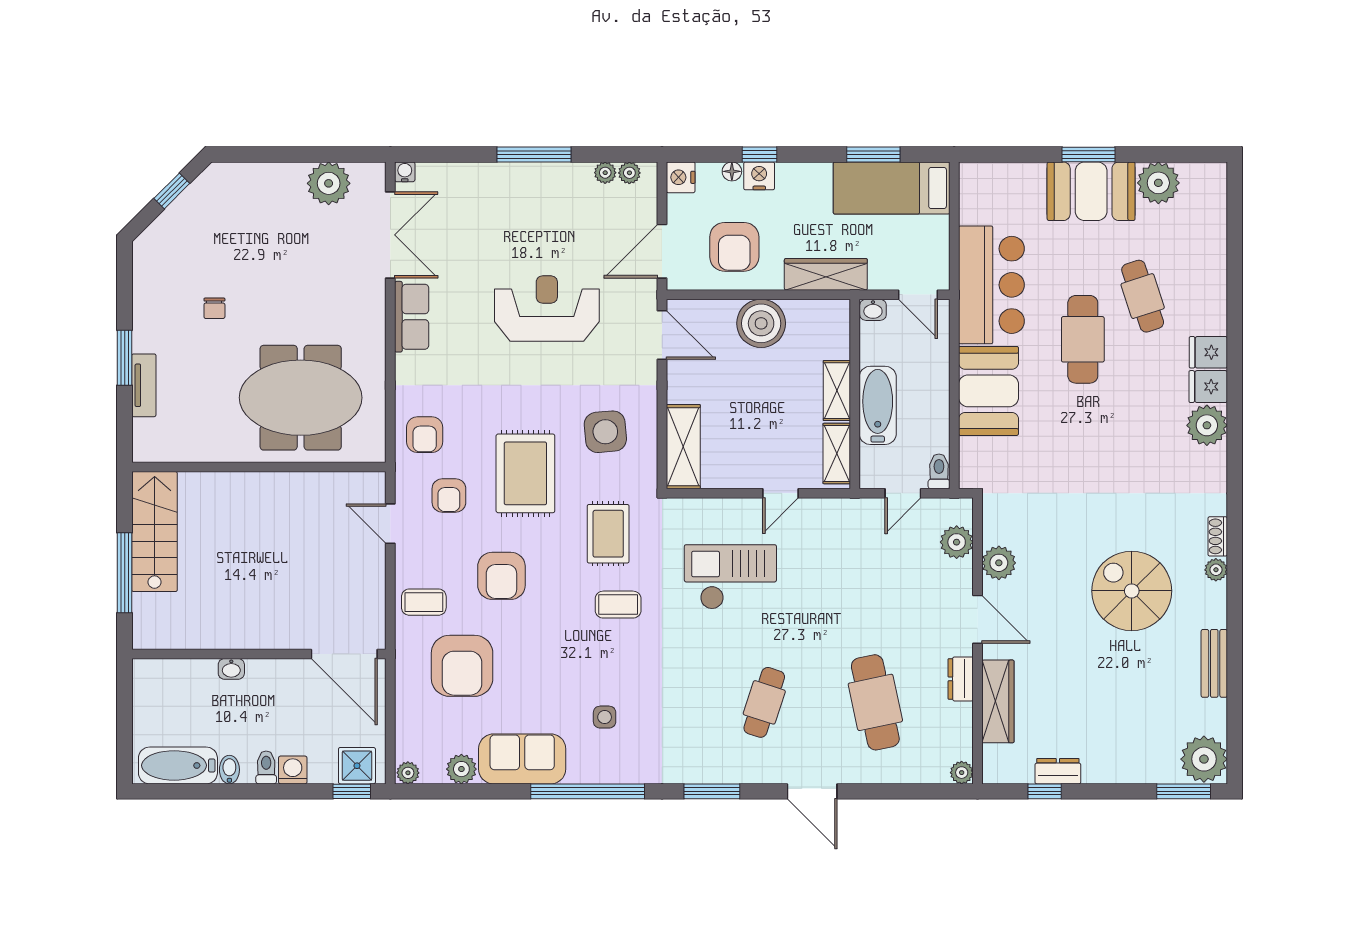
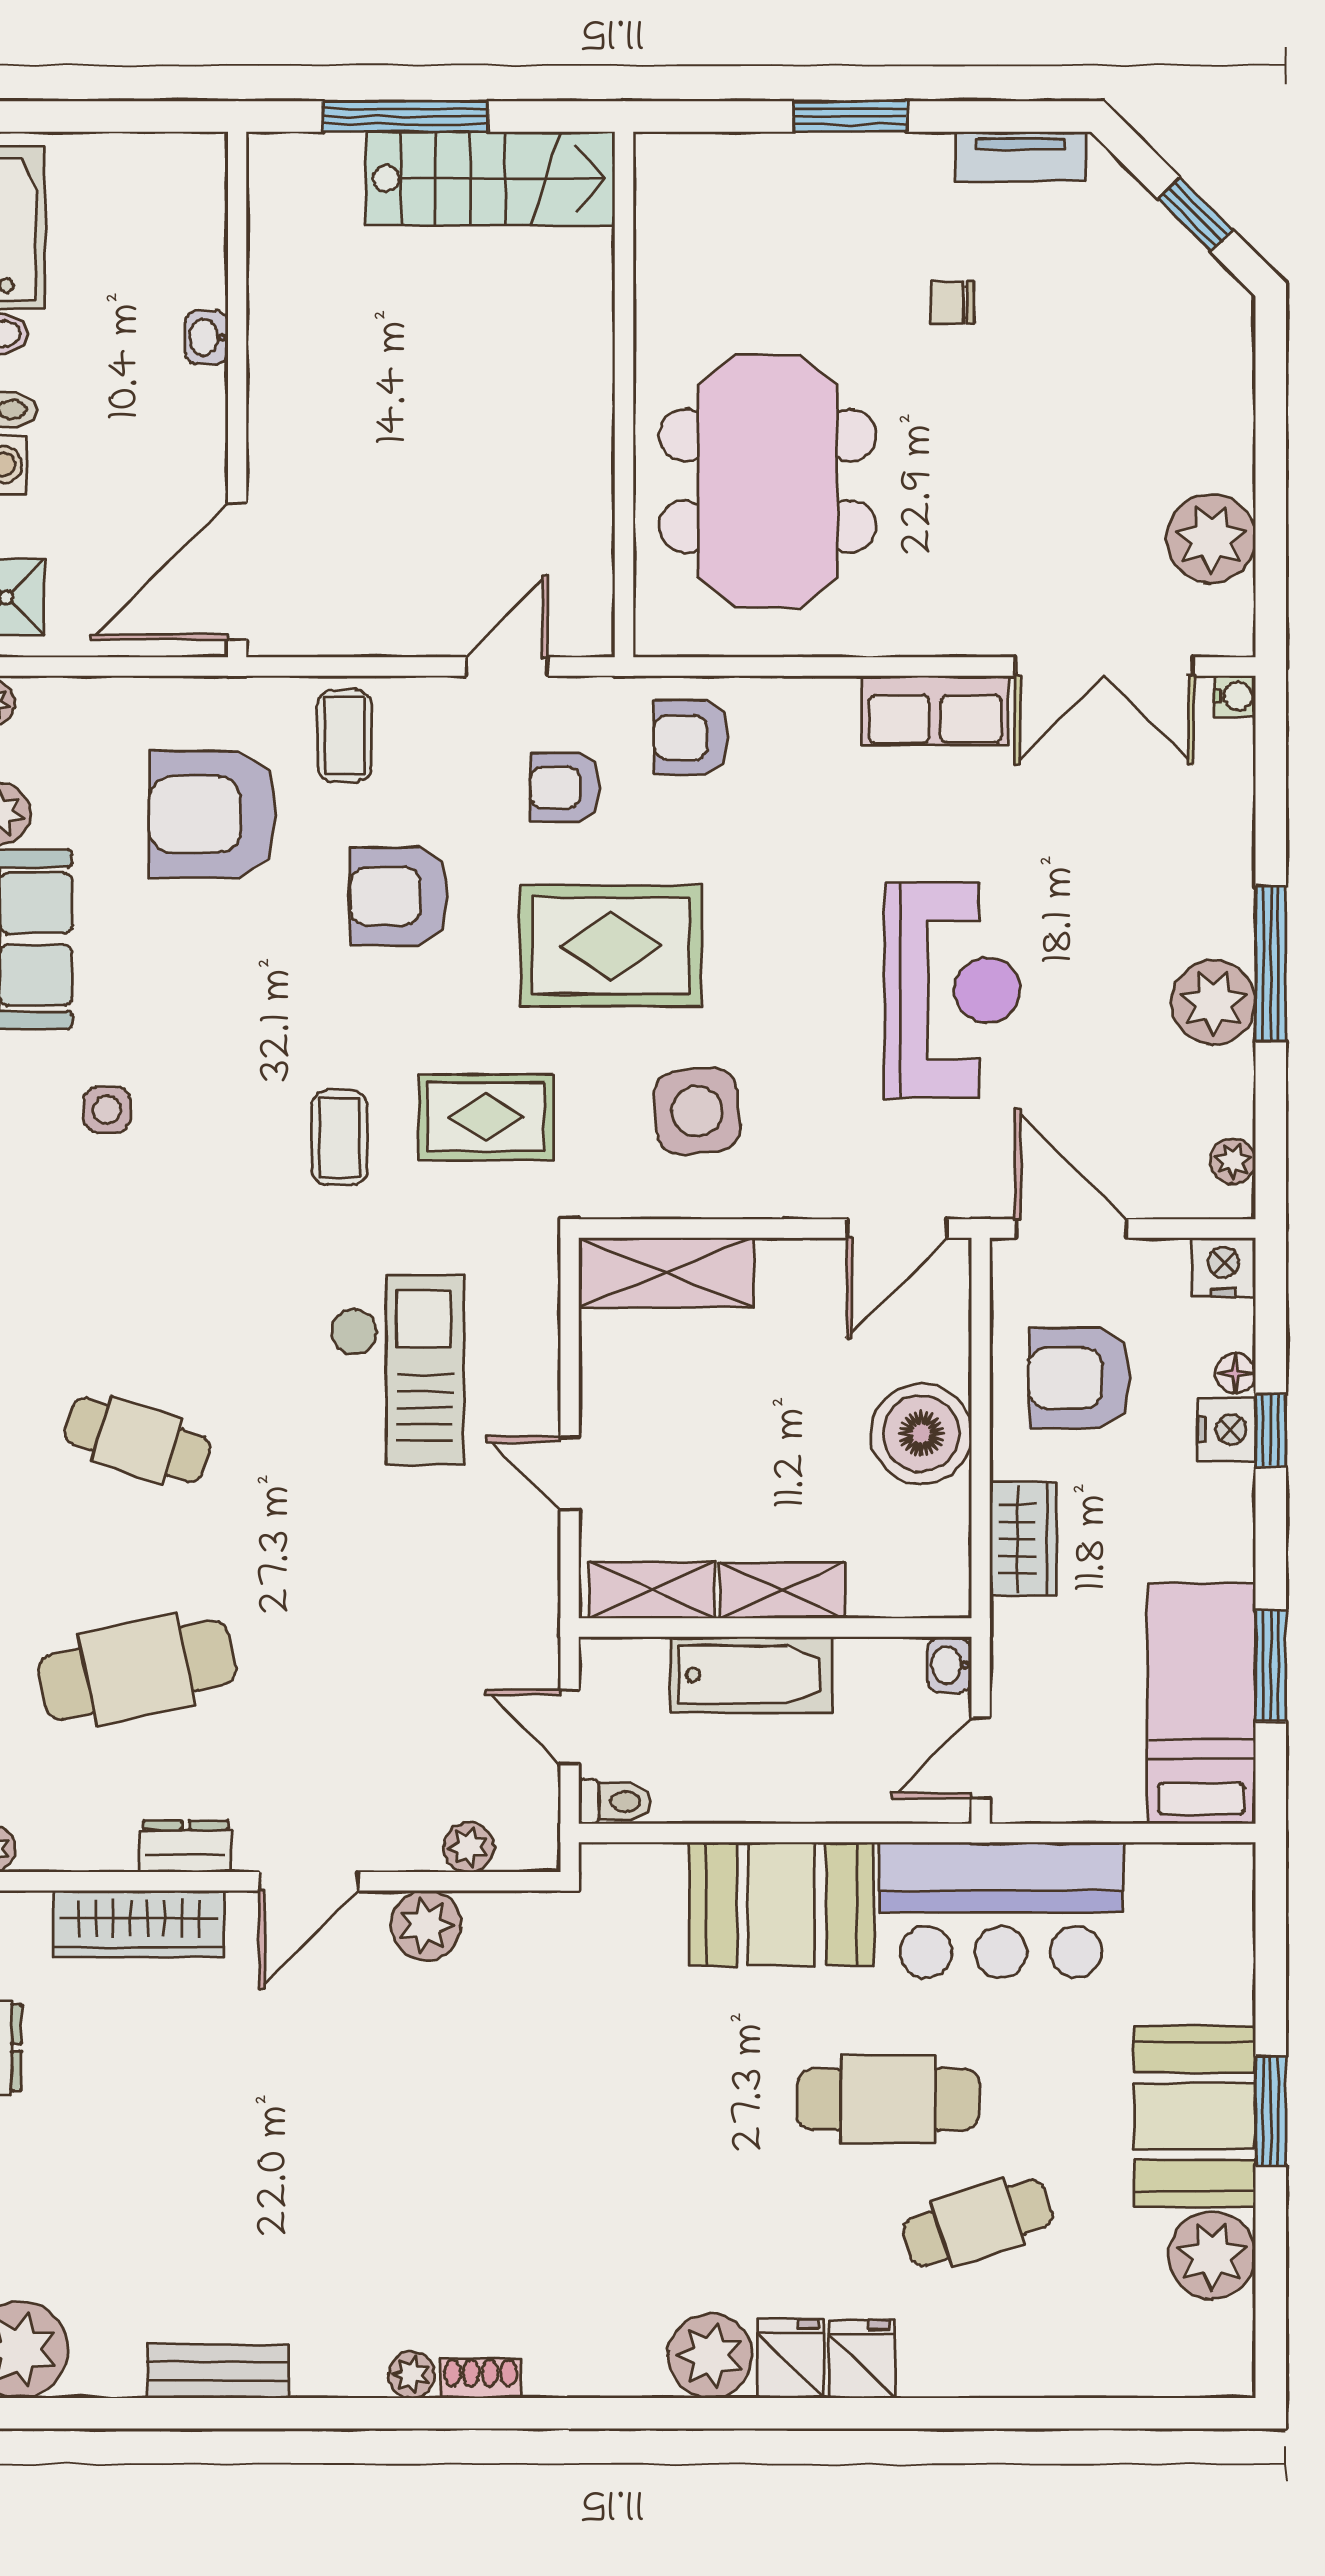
plant: (605, 173) -> (1213, 1002), moved, width x1.88, depth x1.88
wardrobe: (826, 274) -> (1023, 1539), width x0.67
tv unit: (144, 385) -> (1021, 156), moved
plant: (957, 542) -> (469, 1847), width x0.73, depth x0.73
spiral stairs: (1132, 591) -> (368, 2200), removed

